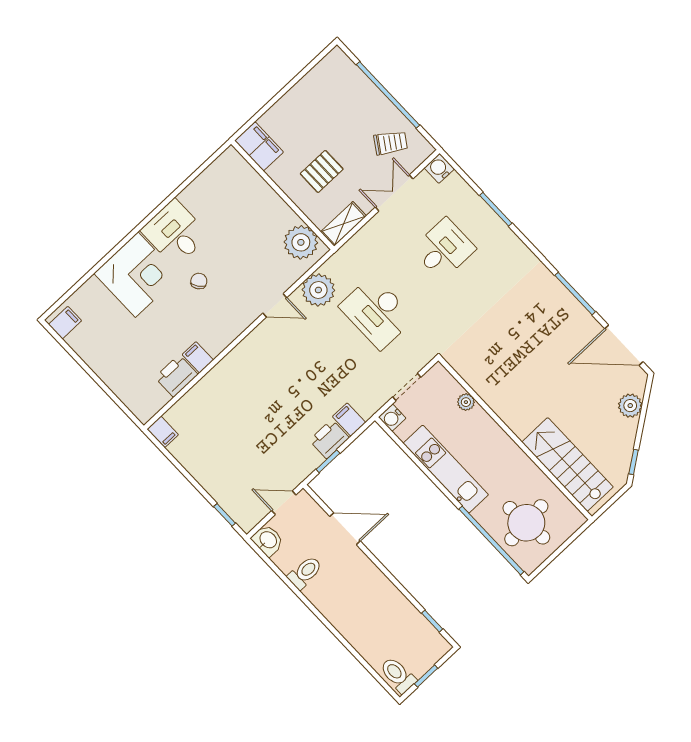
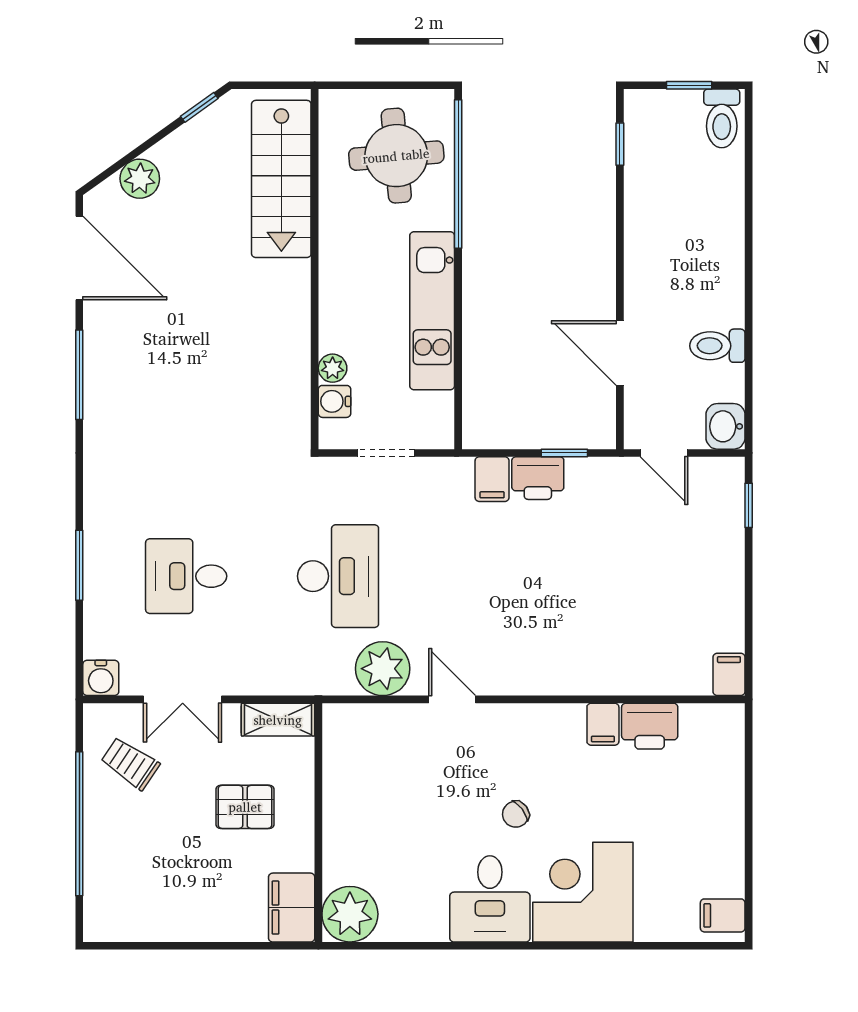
plant: (301, 242) -> (350, 914), moved
water cooler: (392, 418) -> (334, 401), moved, turned 180

